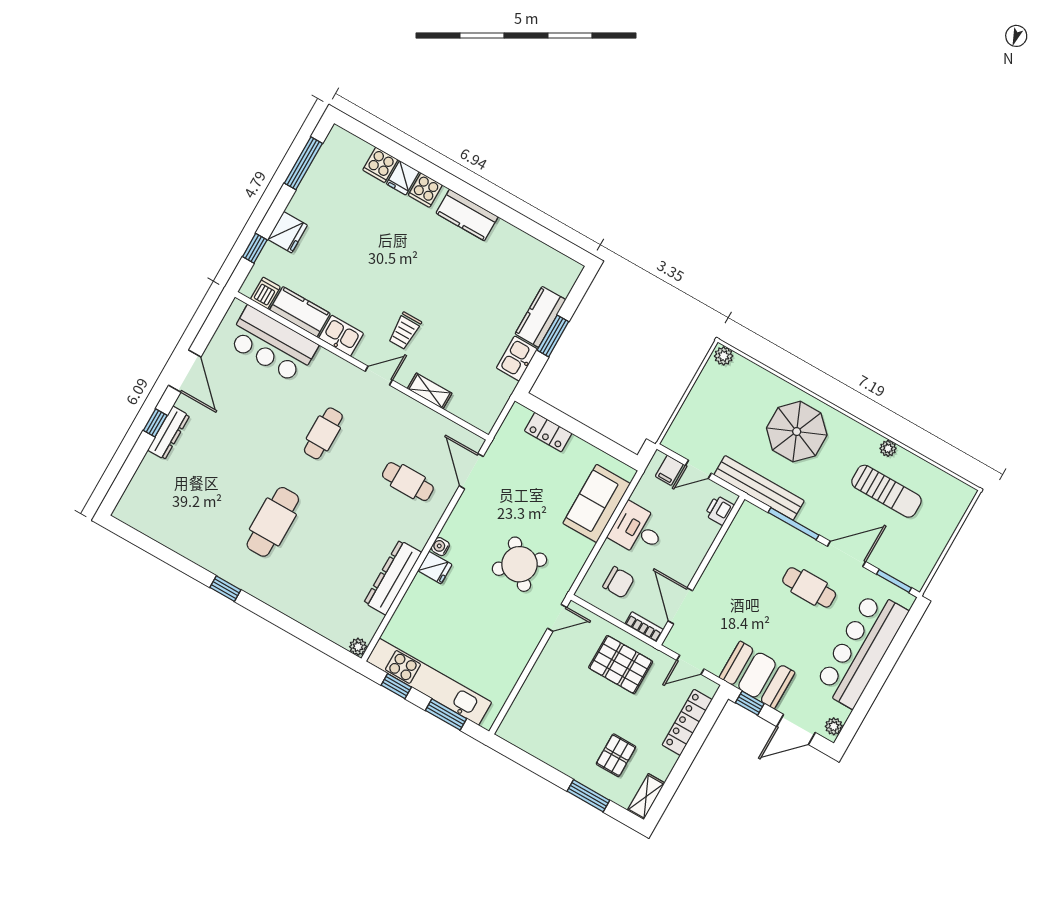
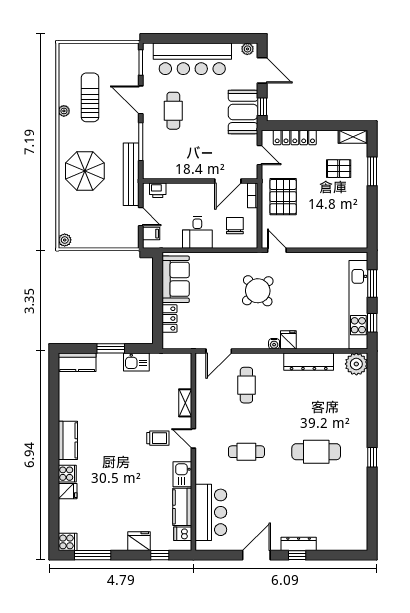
cooker: (380, 165) -> (68, 542), moved
kitchen counter: (540, 317) -> (77, 362), moved
sofa: (597, 503) -> (176, 279), moved, turned -90
plant: (358, 647) -> (356, 364), width x1.87, depth x1.87

